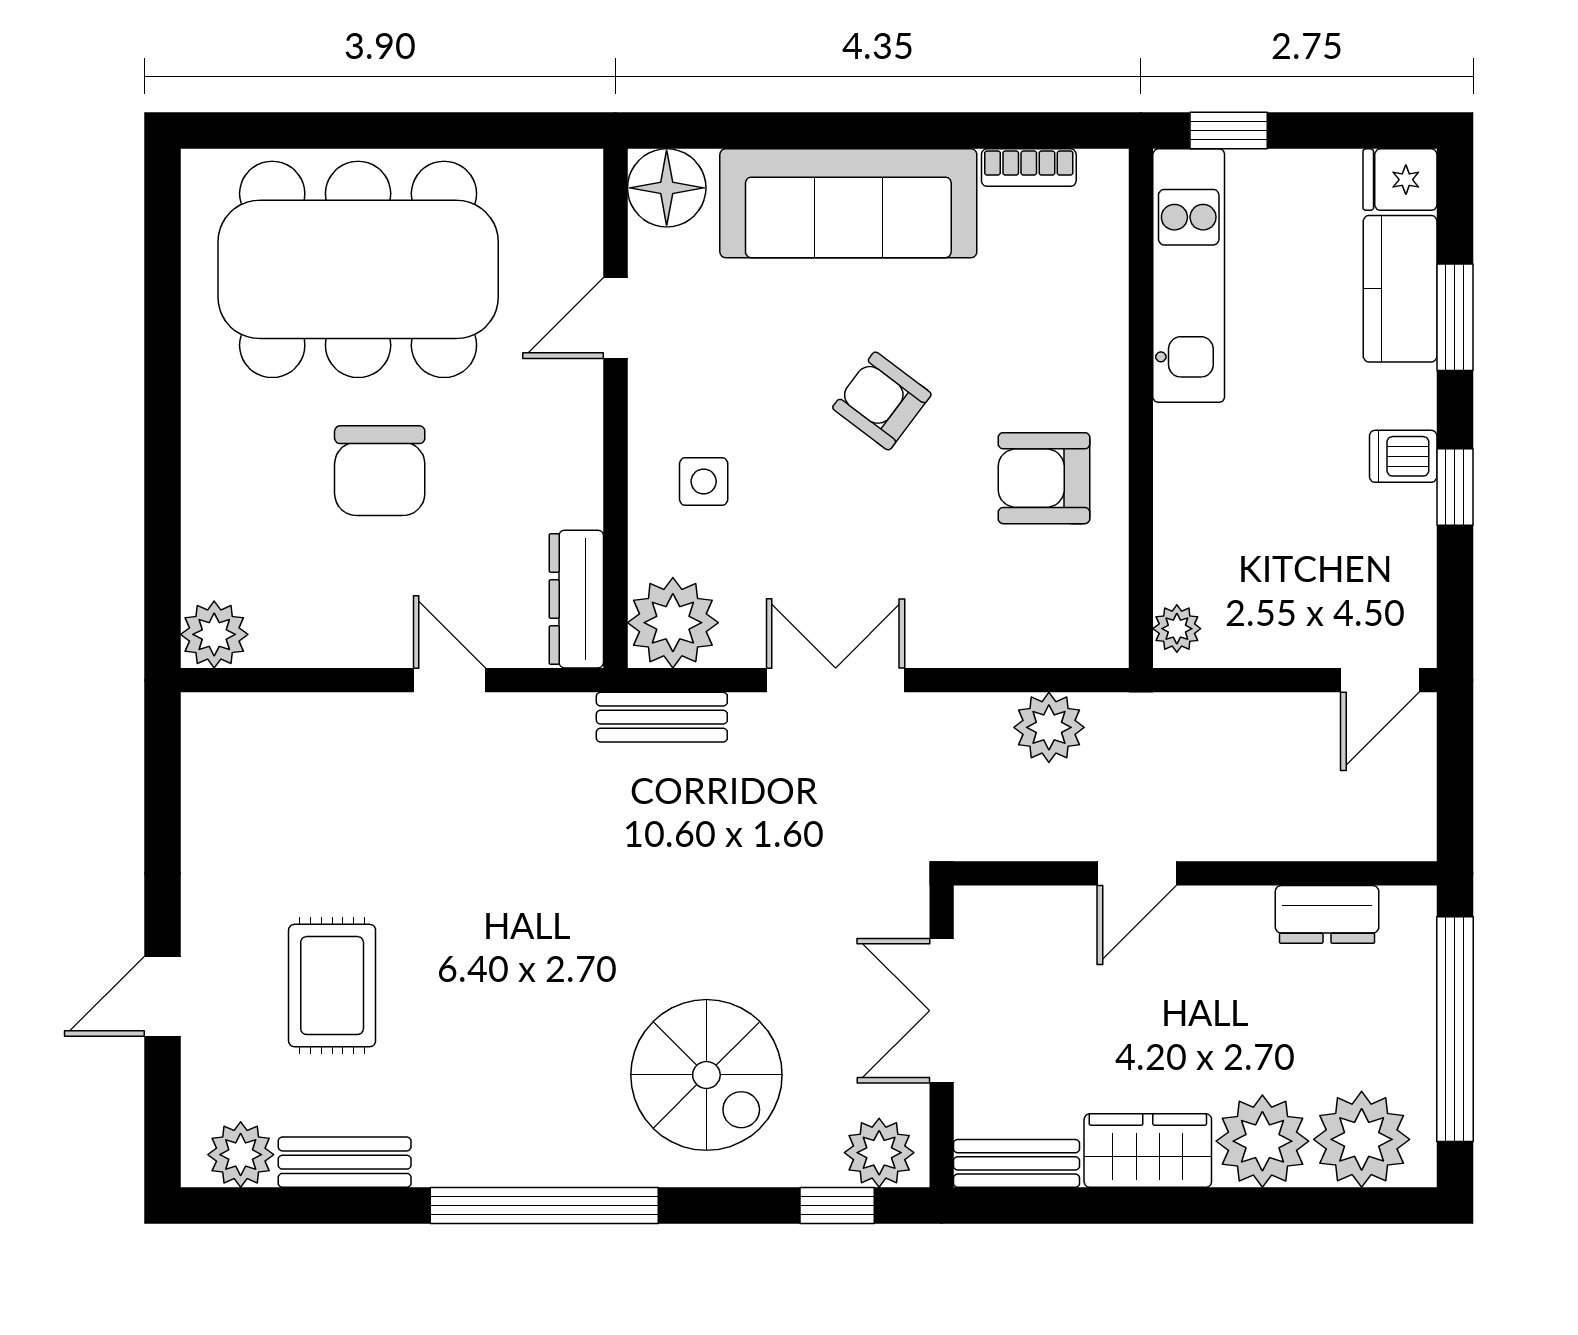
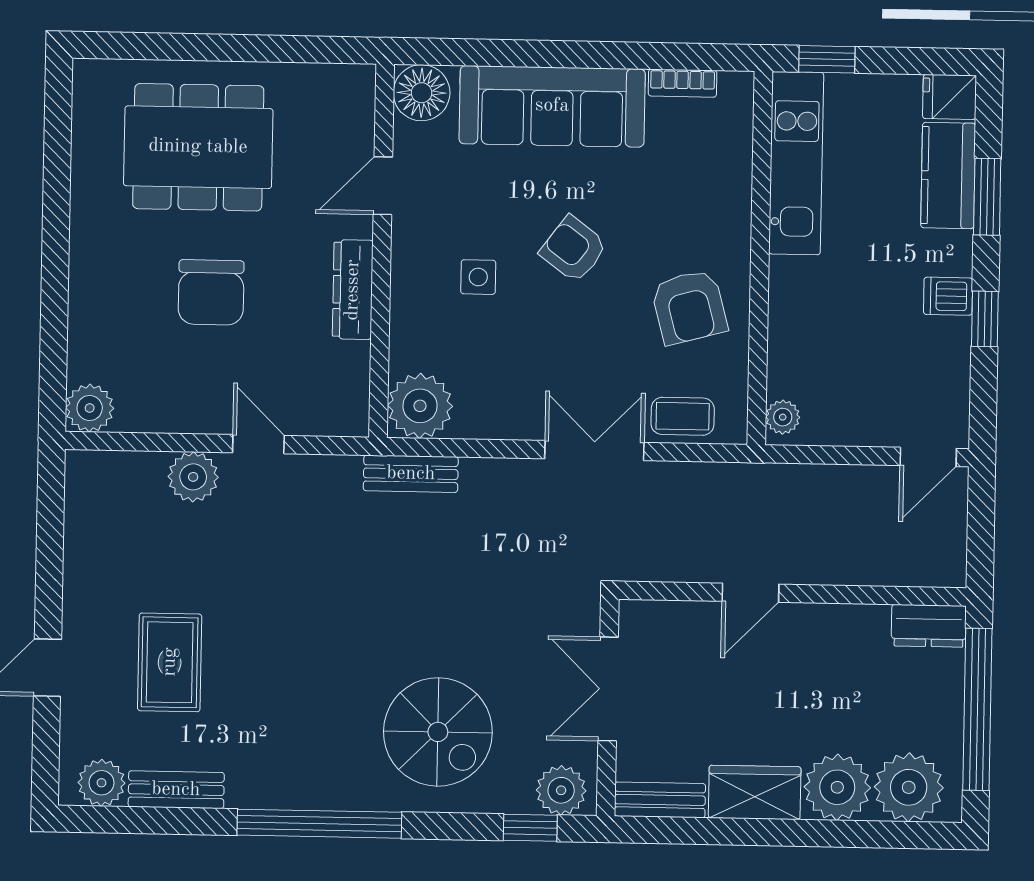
dining table: (358, 269) -> (198, 147), width x0.73, depth x0.80
armchair: (1044, 478) -> (689, 307), turned -105
side table: (704, 481) -> (478, 277), moved
dresser: (576, 599) -> (353, 290), moved
coffee table: (1038, 630) -> (683, 416), added
double door: (836, 680) -> (594, 451), moved
plant: (1049, 727) -> (193, 477), moved
dresser: (1327, 914) -> (929, 626), moved

